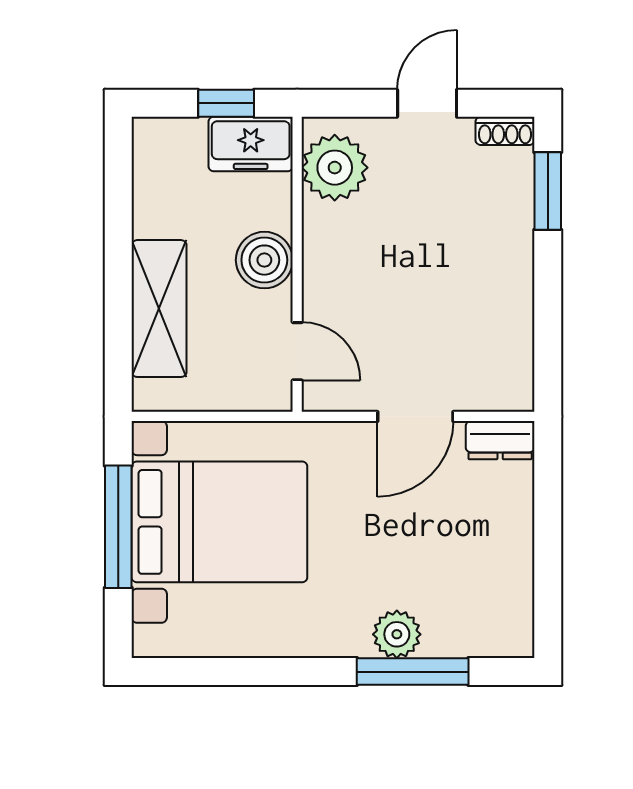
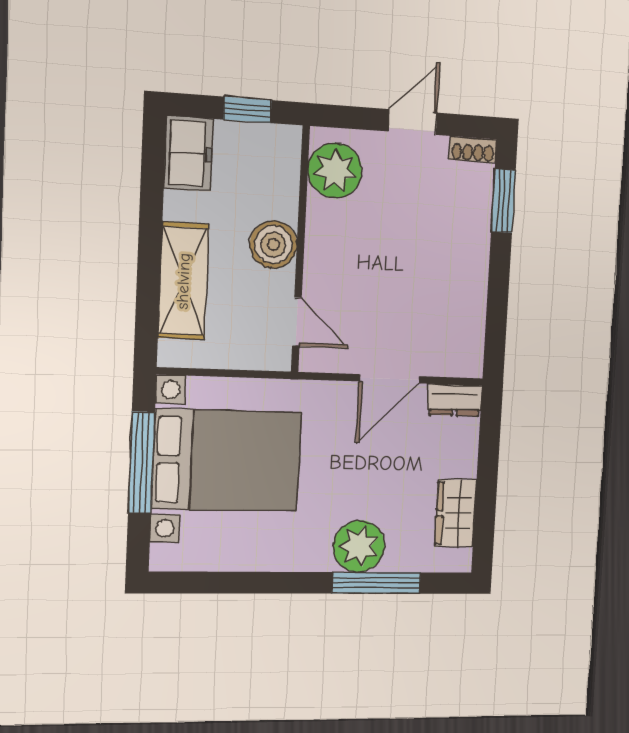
freezer: (251, 144) -> (189, 153), moved, turned -90
wardrobe: (510, 583) -> (456, 513), added
plant: (397, 634) -> (359, 546), width x1.36, depth x1.36

